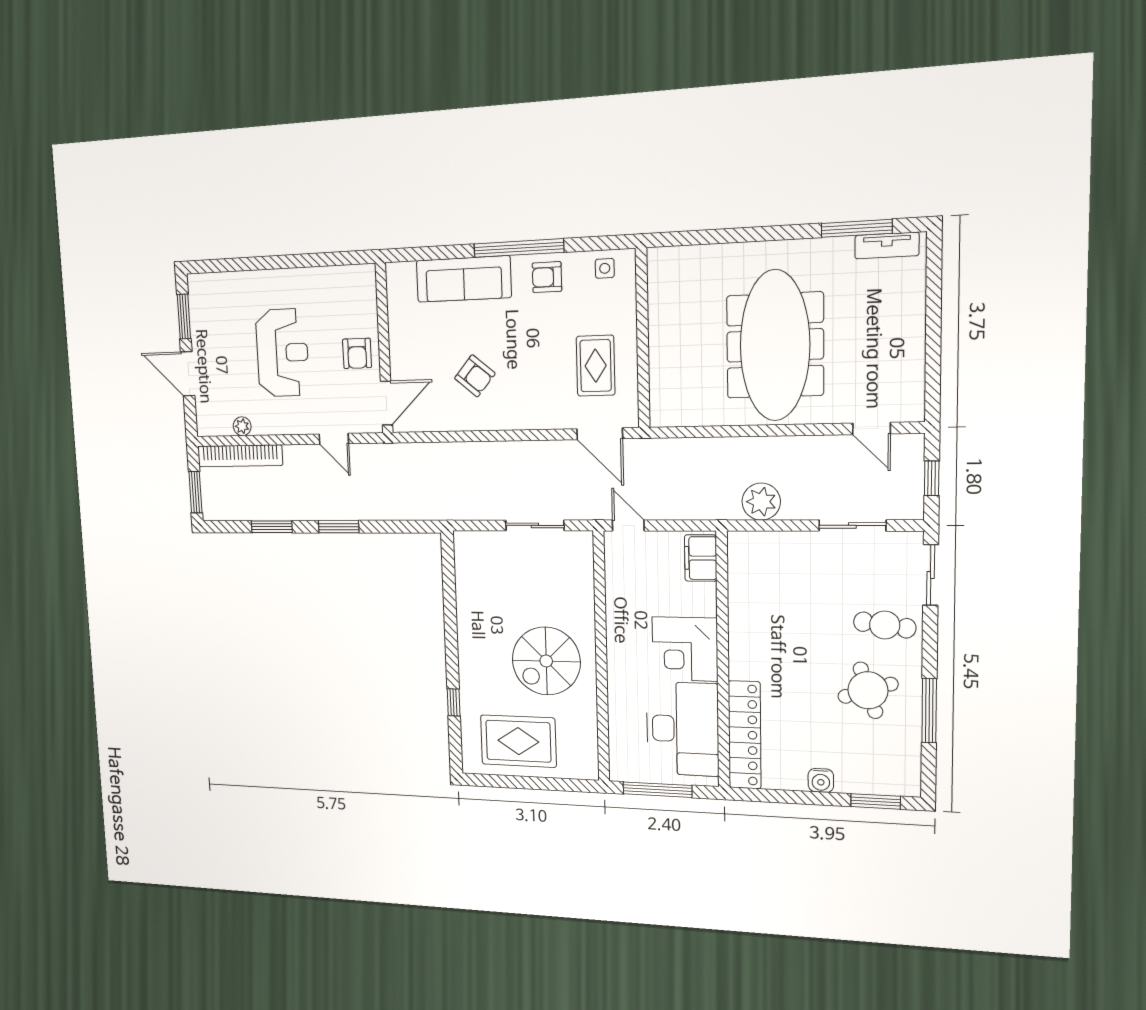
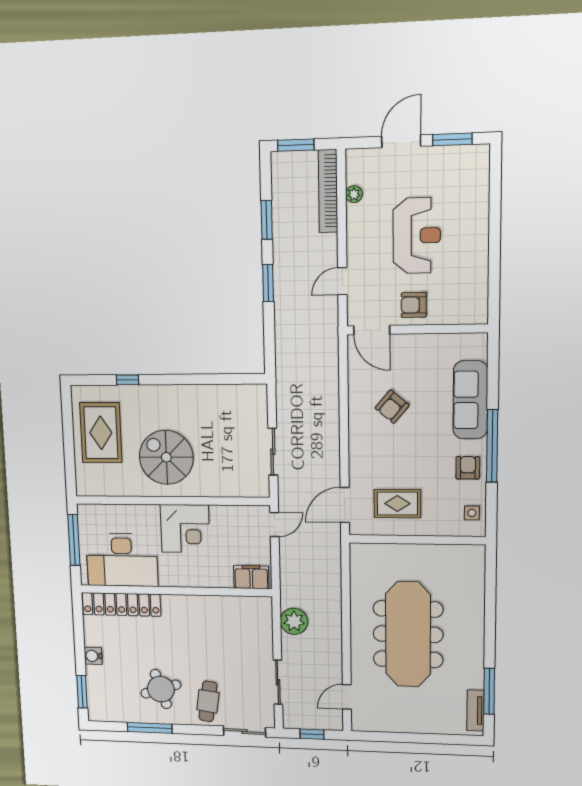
meeting table: (775, 345) -> (408, 634), turned 90
reception desk: (282, 353) -> (417, 236), turned -90
corner desk: (685, 649) -> (185, 529), moved, turned 180

